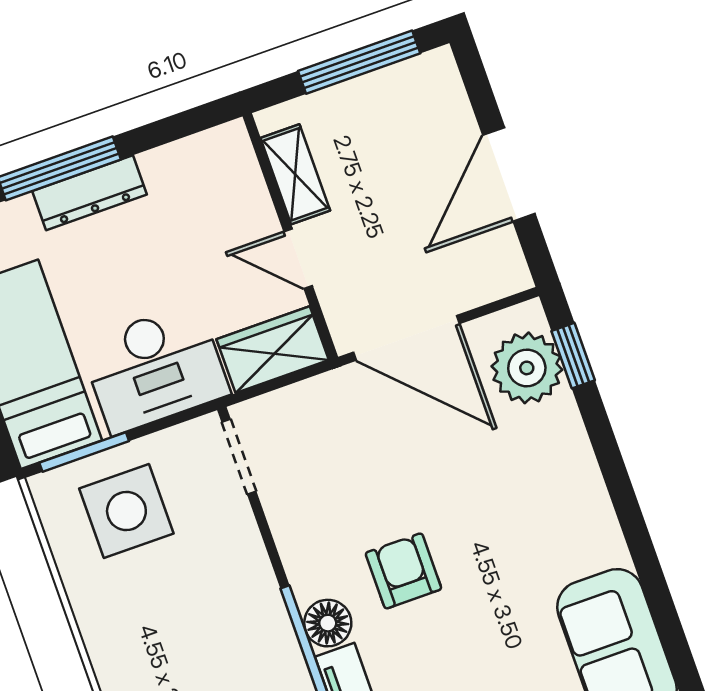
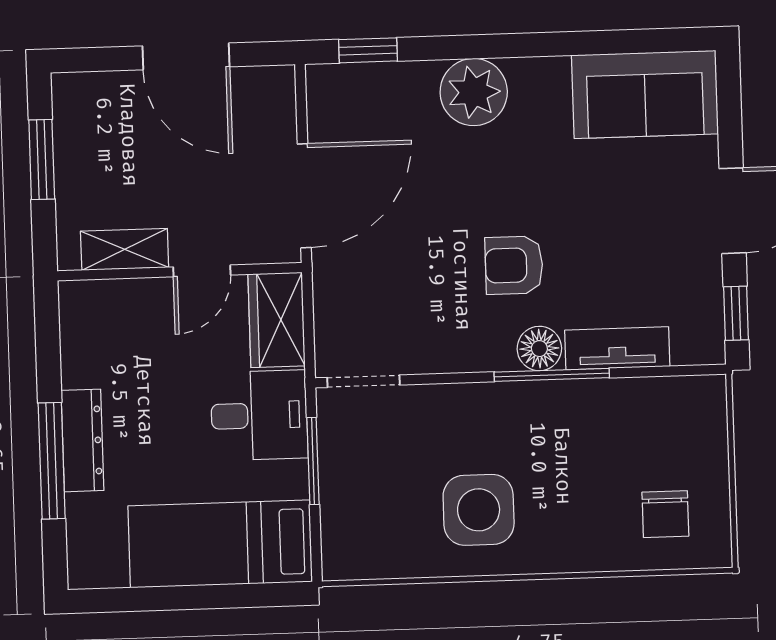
window: (359, 62) -> (42, 160), width x0.69
desk: (155, 368) -> (259, 415), width x0.73
plant: (527, 368) -> (474, 92), moved
window: (84, 452) -> (313, 461), moved
side table: (126, 511) -> (479, 510), moved

